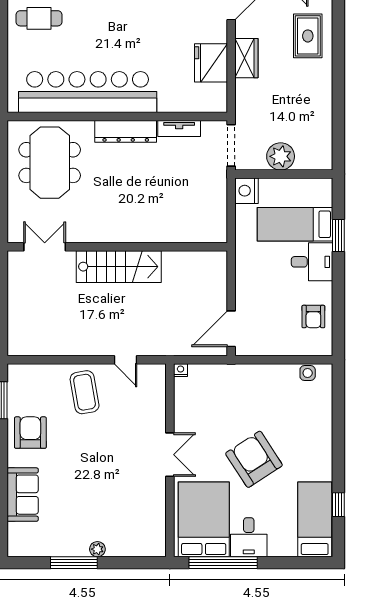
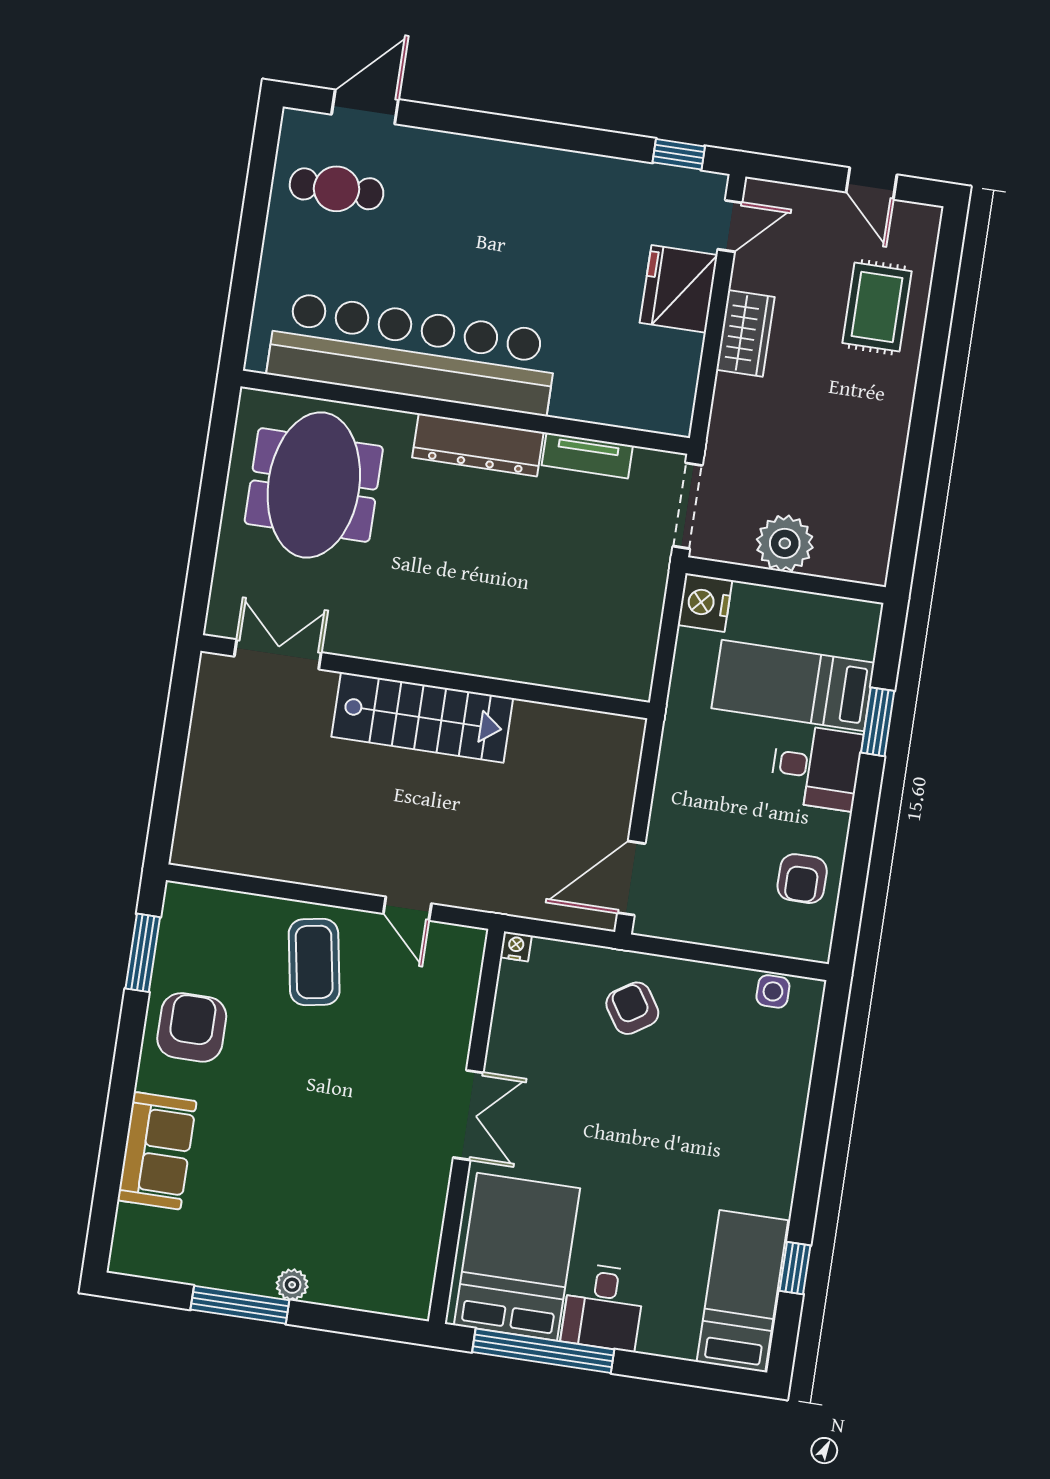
fridge: (211, 63) -> (679, 289), moved
armchair: (254, 459) -> (632, 1008), moved, width x0.53, depth x0.53

